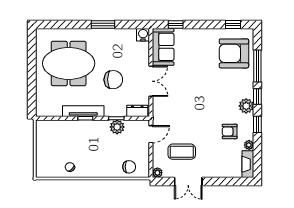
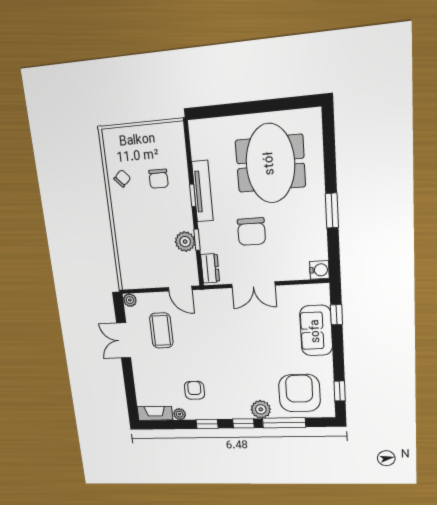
sofa: (163, 47) -> (316, 331), moved, turned 90
plant: (246, 106) -> (261, 409), moved
chair: (129, 167) -> (159, 179), moved

